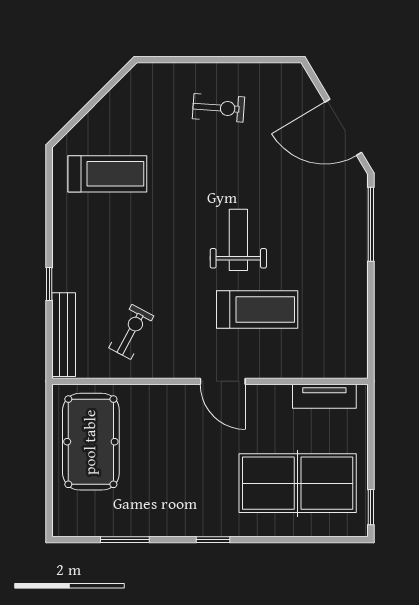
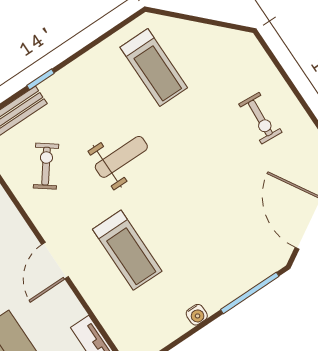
weight bench: (238, 240) -> (121, 157), moved
water cooler: (358, 286) -> (197, 315), added
exercise bike: (131, 332) -> (46, 166), turned -81

